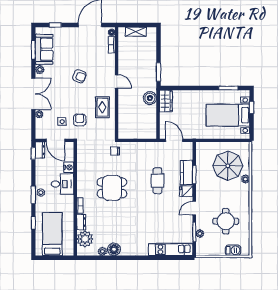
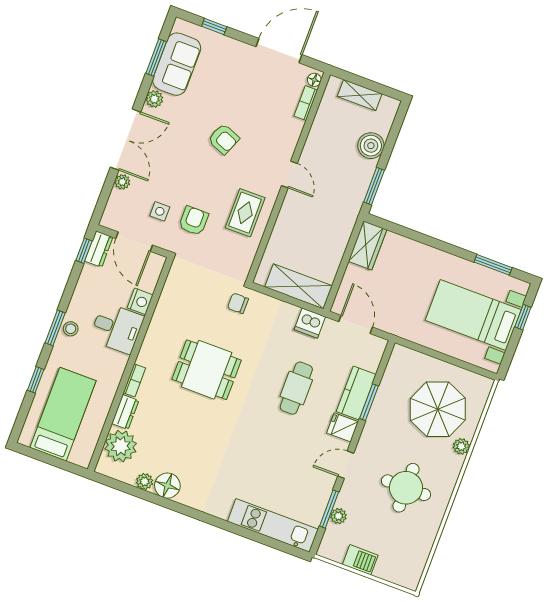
boiler: (150, 98) -> (371, 146), moved
shelving: (141, 132) -> (299, 286), added
dishwasher: (152, 148) -> (310, 323), added
round table: (226, 221) -> (406, 488), moved
barbecue: (233, 250) -> (360, 560), moved

